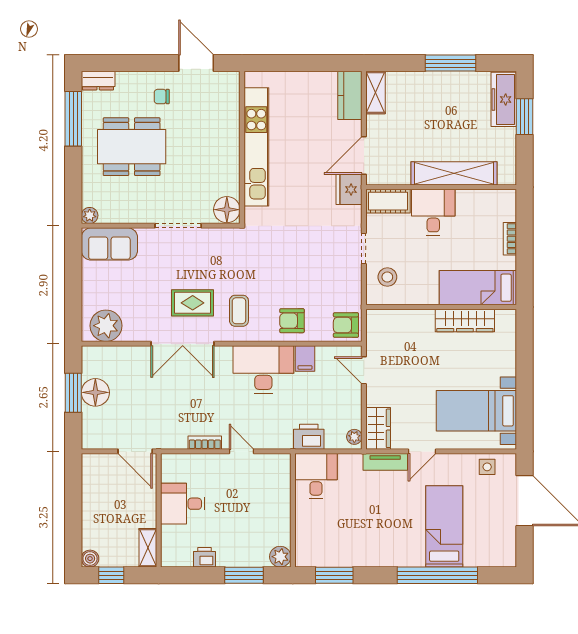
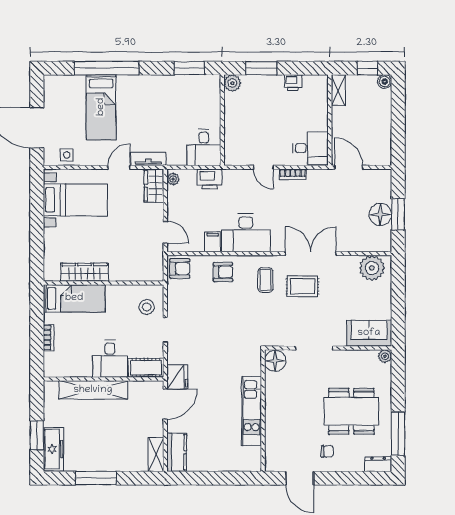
kitchen unit: (256, 147) -> (252, 411), width x0.73
desk: (183, 504) -> (310, 148), moved

